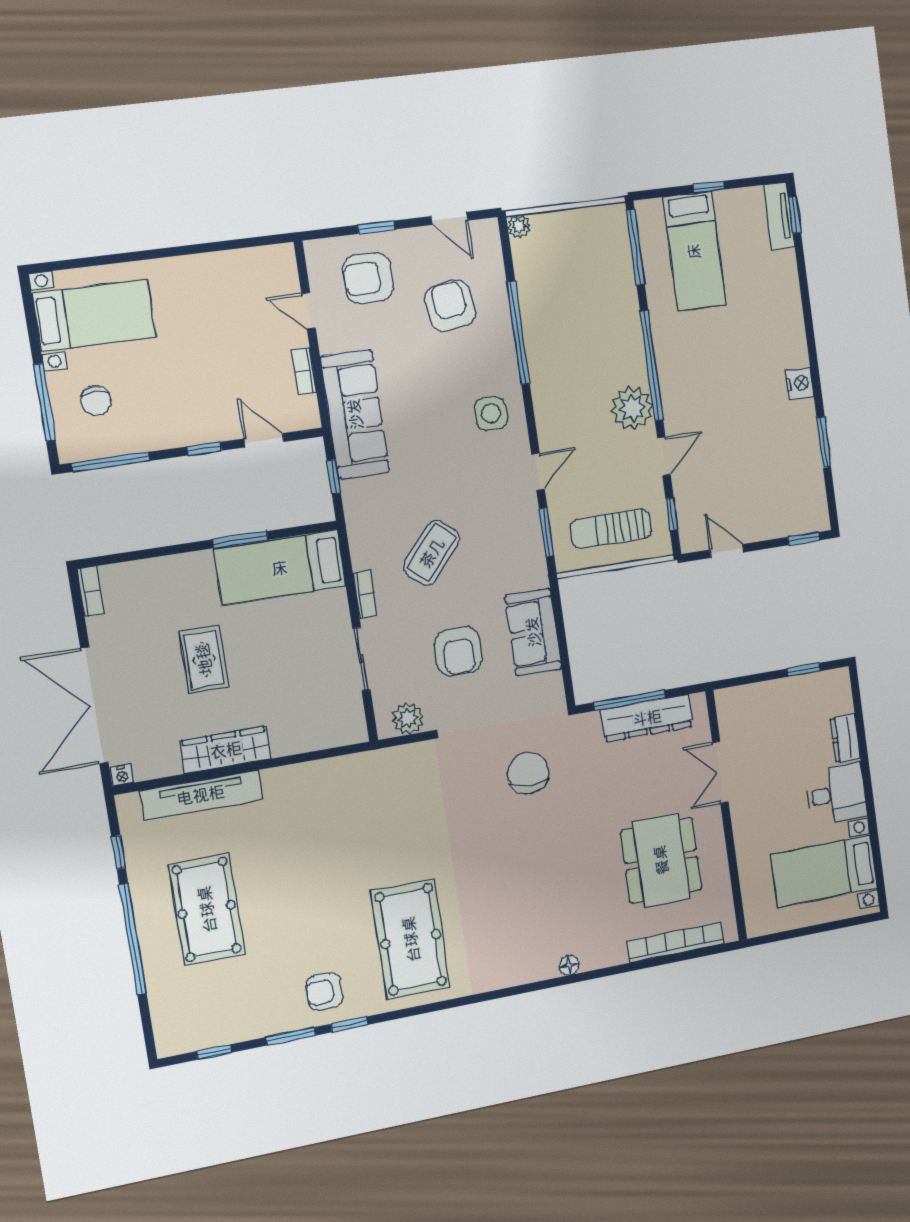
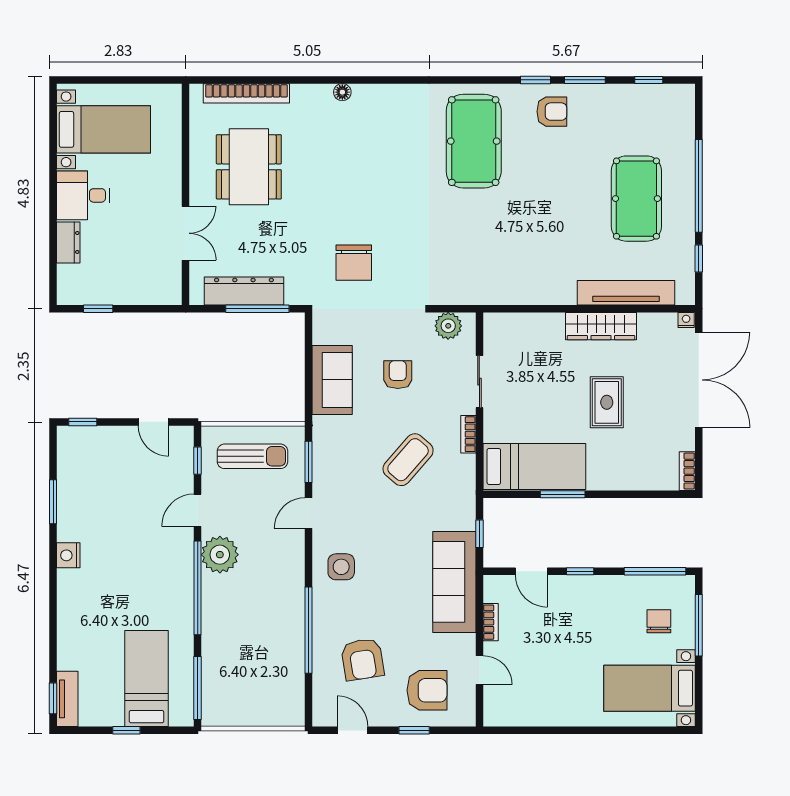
plant: (519, 226) -> (295, 717), removed
armchair: (458, 651) -> (398, 375), width x0.72, depth x0.72

